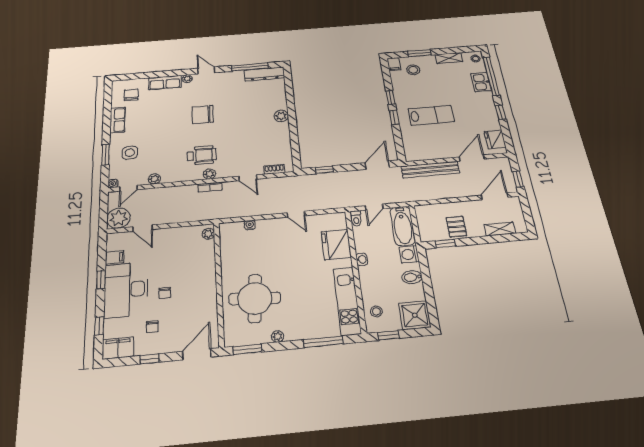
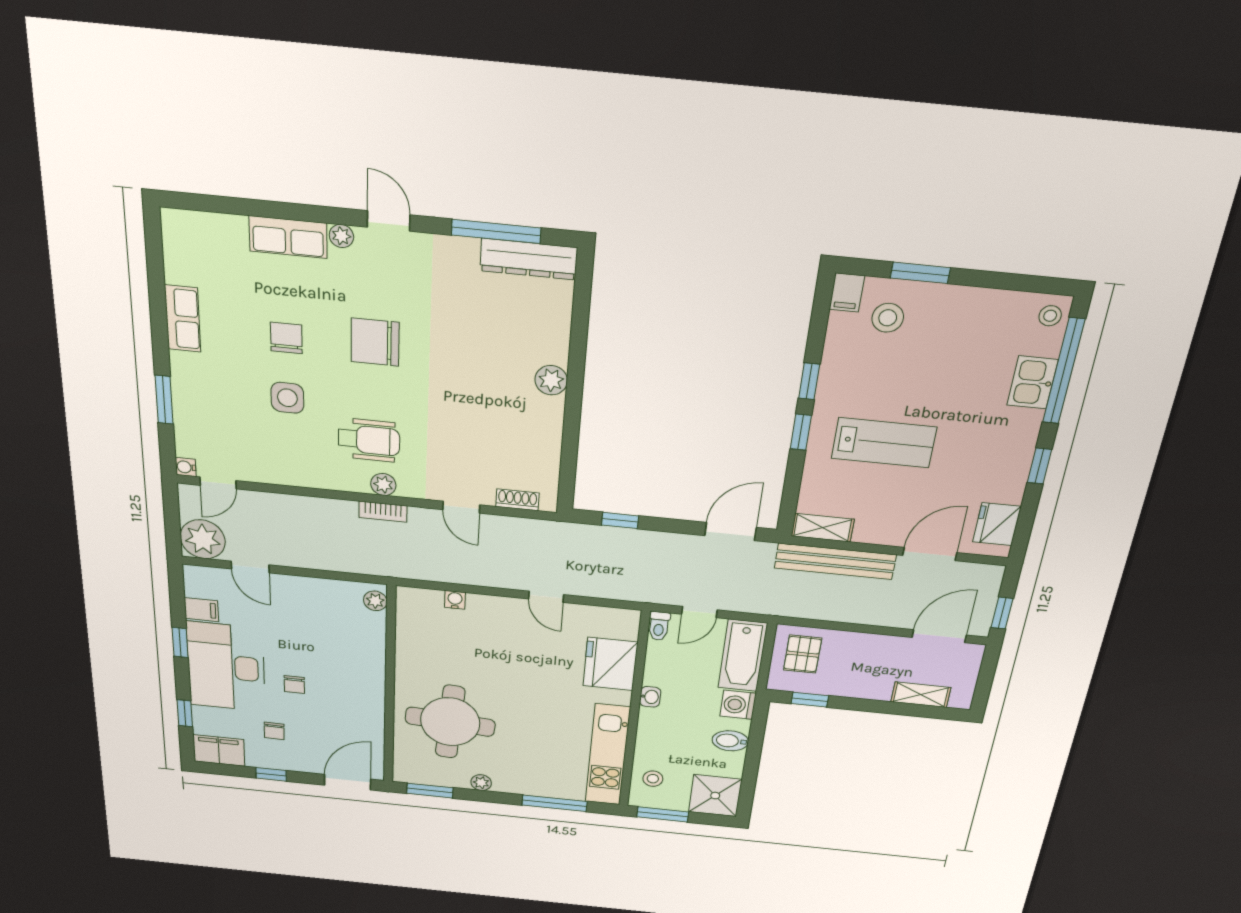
shelving: (449, 58) -> (823, 528), moved
chair: (131, 95) -> (286, 338), moved
side table: (130, 153) -> (287, 398), moved
plant: (154, 179) -> (270, 473), removed
pallet: (456, 227) -> (803, 654), moved
window: (388, 335) -> (663, 814), width x1.50

